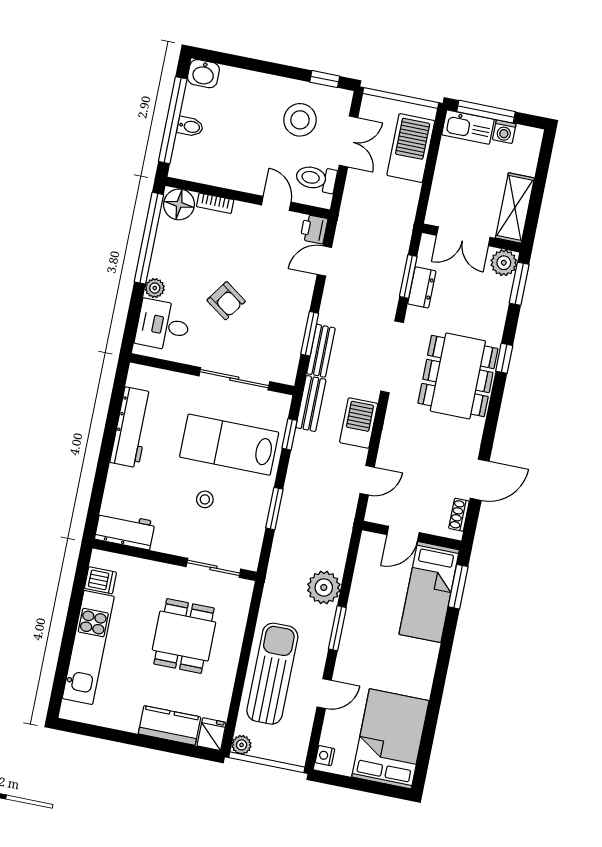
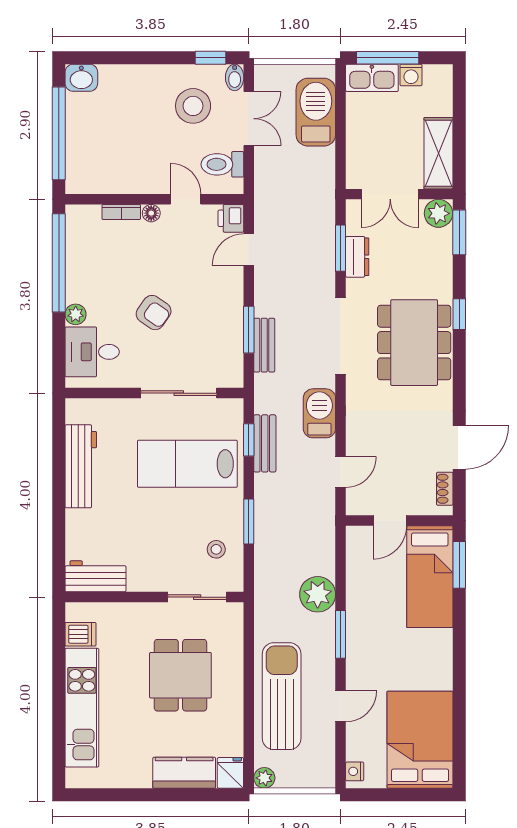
bidet: (190, 126) -> (235, 77), moved, turned 90
floor lamp: (179, 204) -> (151, 213), moved, width x0.53, depth x0.53
bench: (311, 403) -> (265, 443), moved
stool: (205, 499) -> (216, 549), moved

